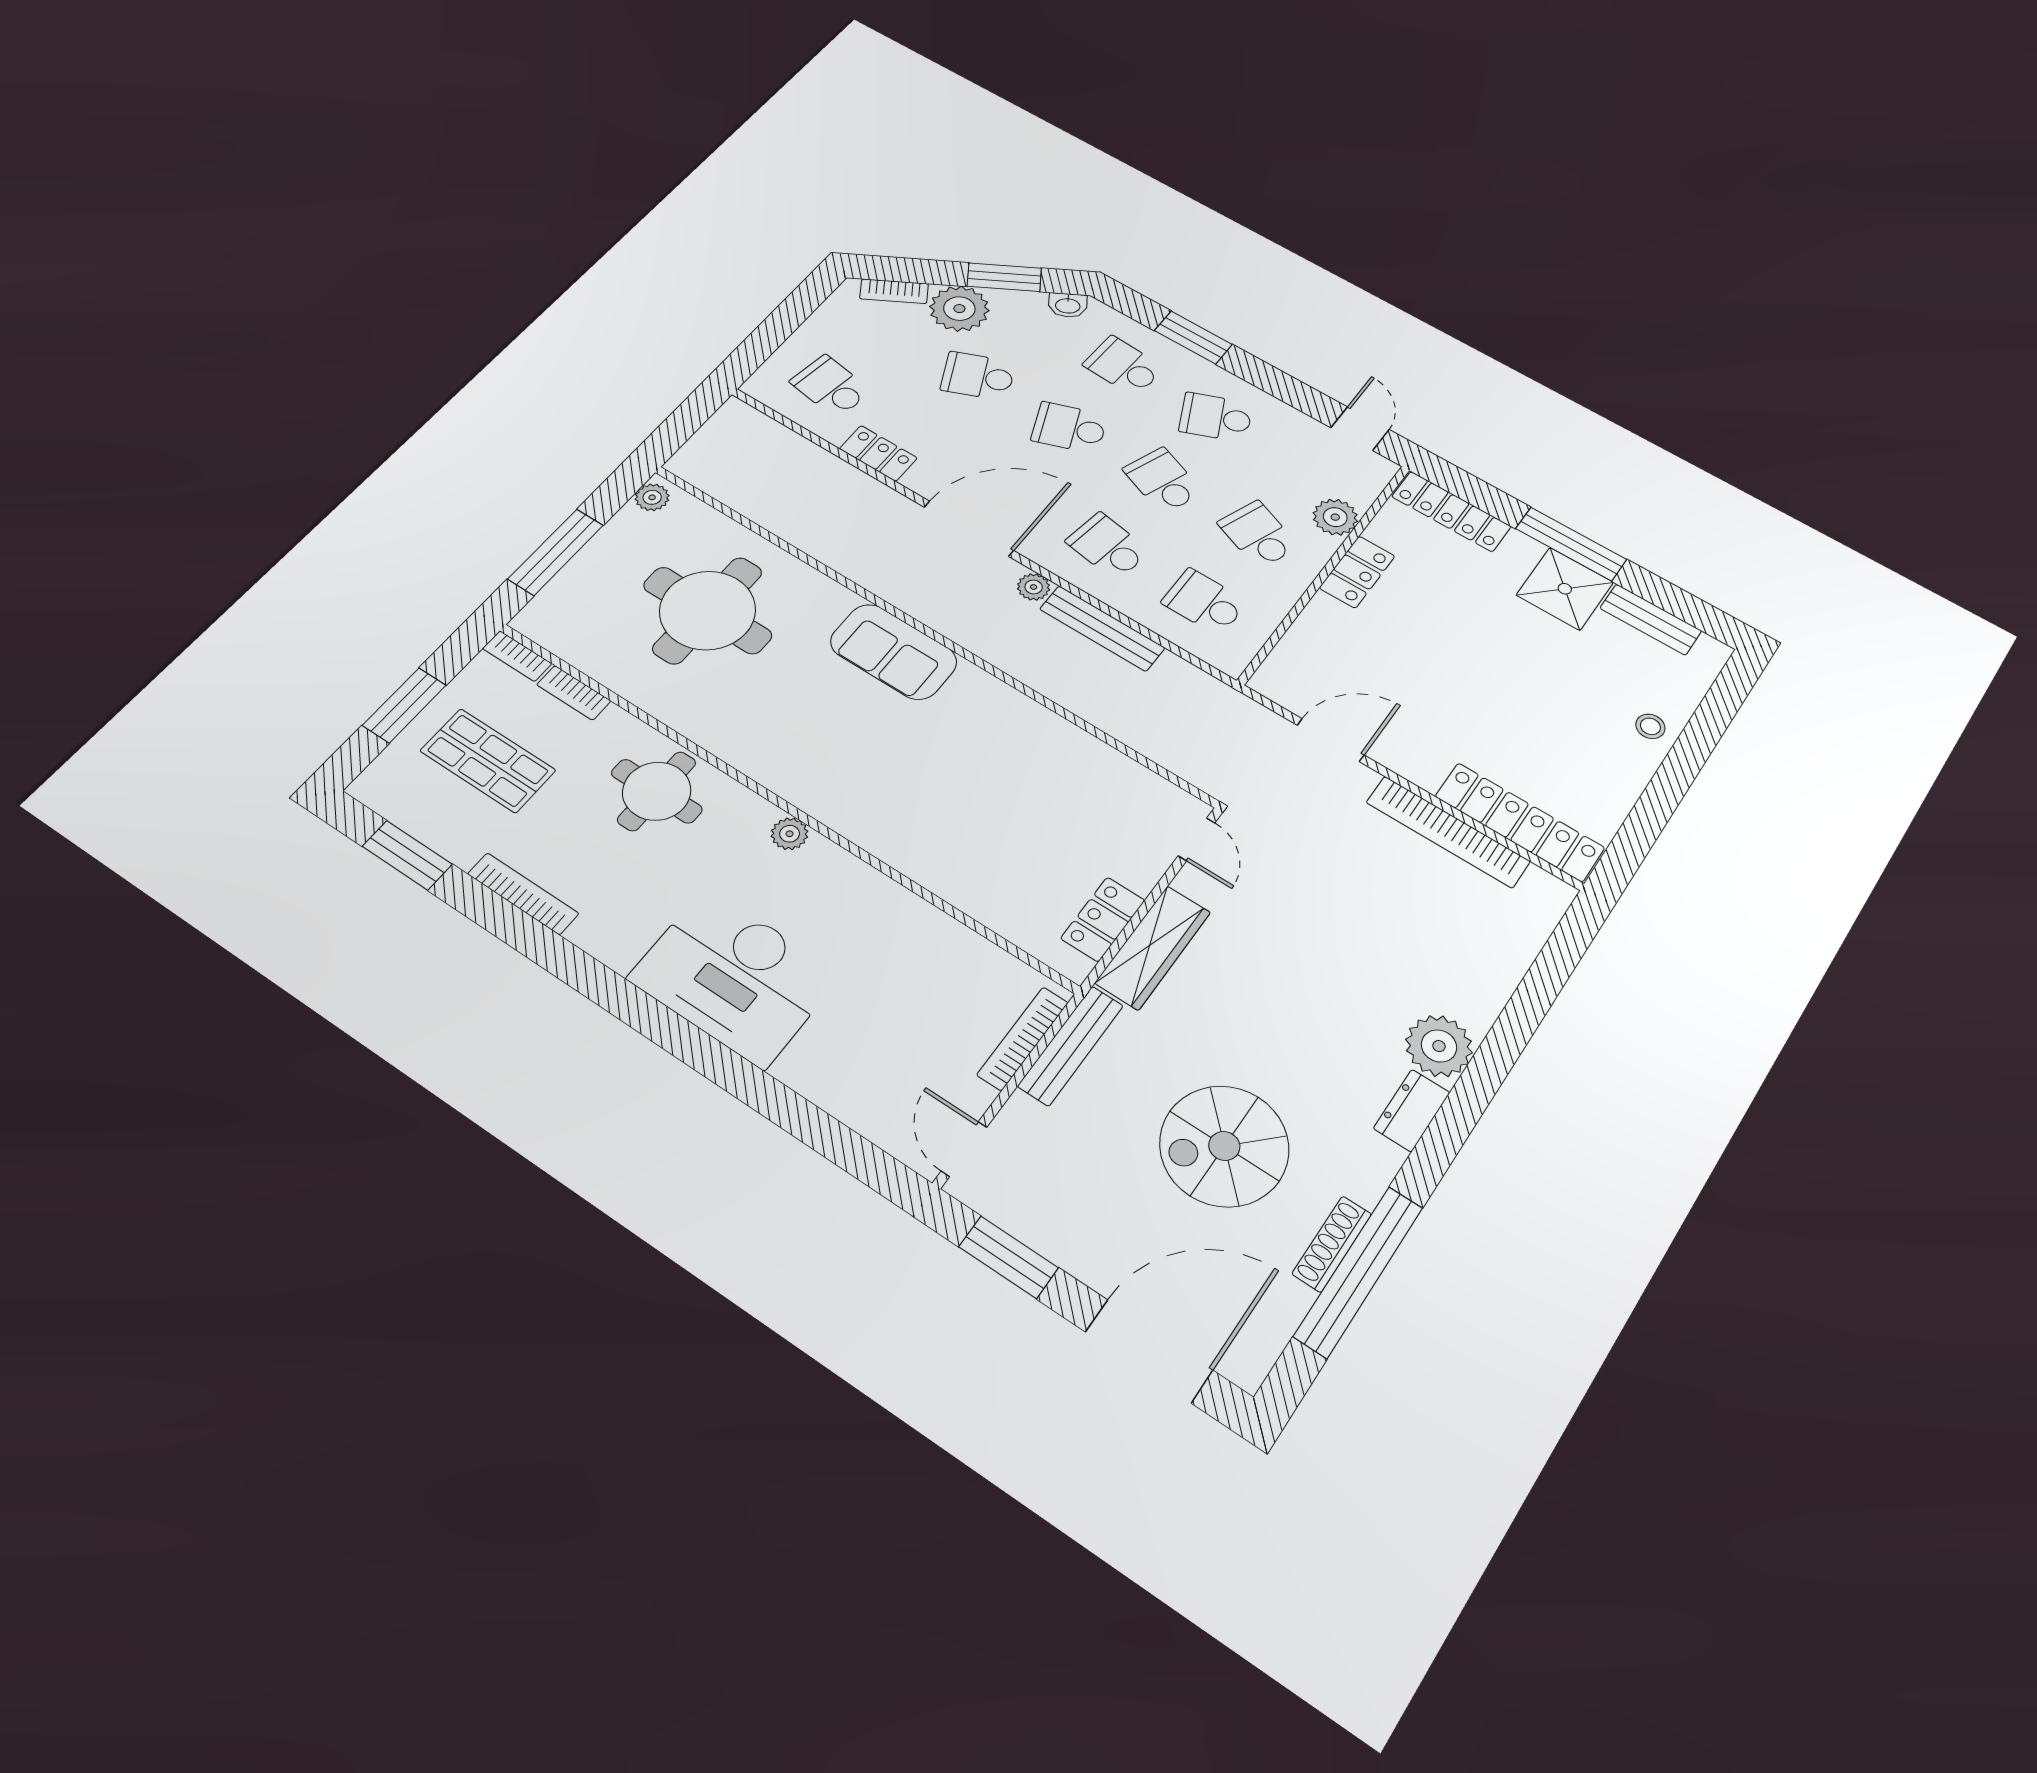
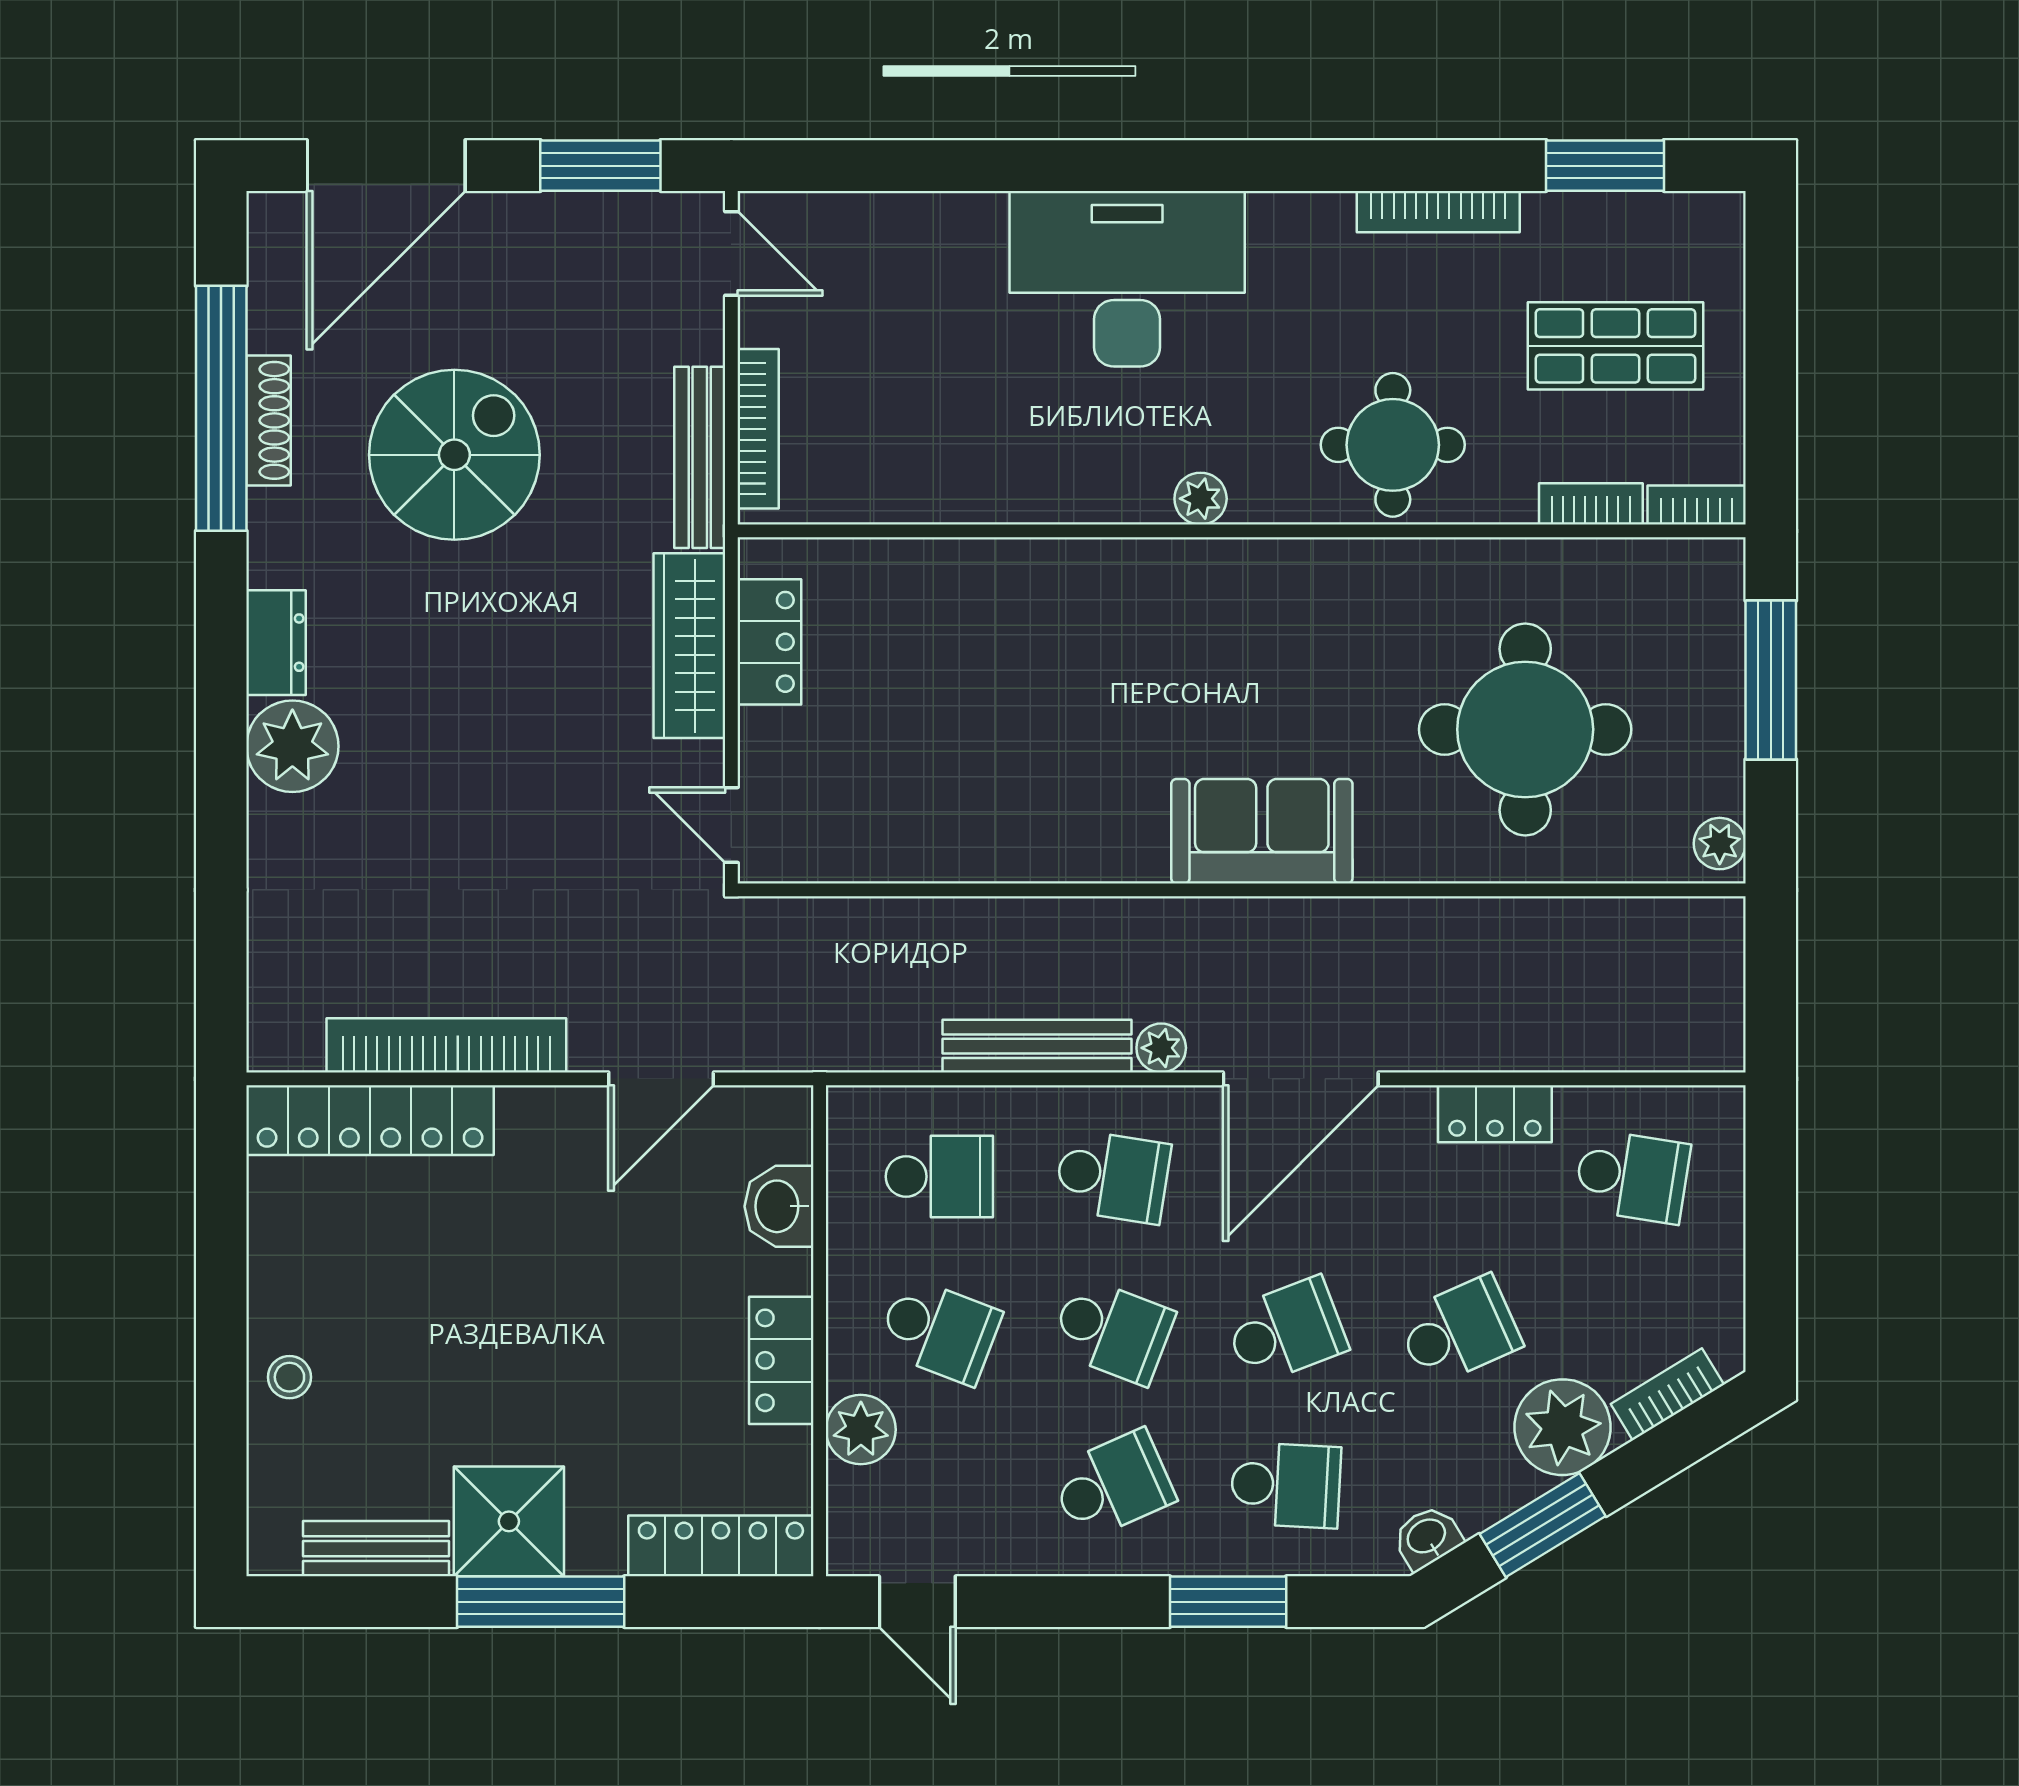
washbasin: (1306, 641) -> (779, 1206), added
window: (404, 705) -> (1771, 347), removed

